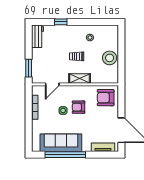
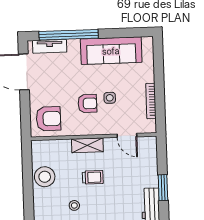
window: (29, 68) -> (163, 188), moved
door: (52, 84) -> (127, 135), swing flipped
window: (65, 155) -> (69, 35), moved

